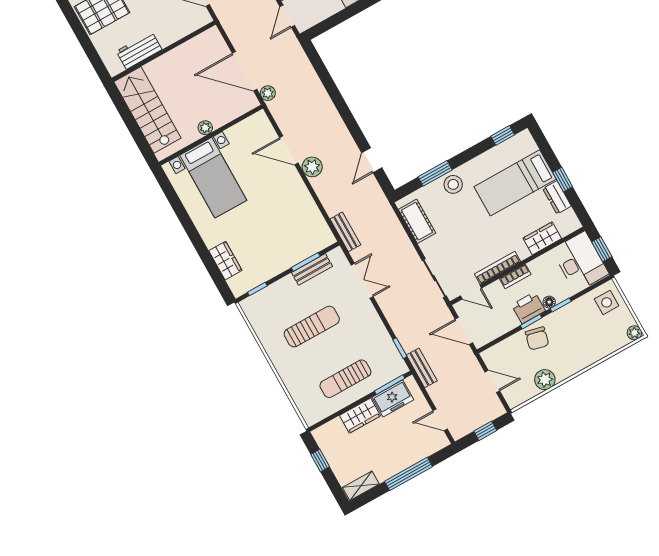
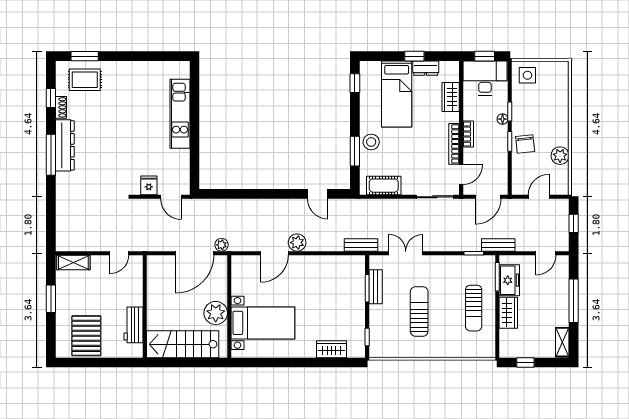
plant: (205, 128) -> (216, 313), width x1.88, depth x1.88
printer: (528, 308) -> (498, 137), removed
plant: (634, 333) -> (563, 67), removed
chair: (537, 338) -> (525, 144), turned 70

